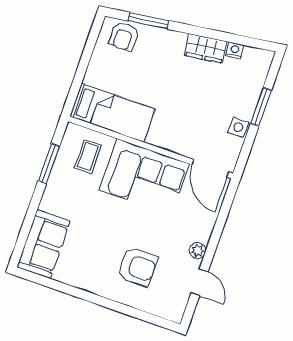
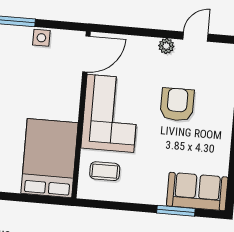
bed: (112, 113) -> (50, 158), width x1.50
window: (49, 164) -> (176, 211), moved
armchair: (137, 267) -> (177, 104), moved

